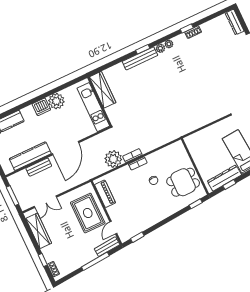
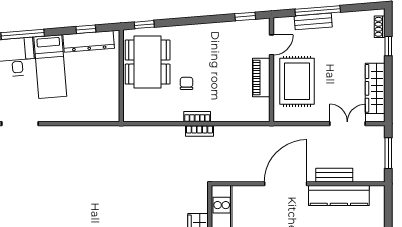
plant: (113, 159) -> (228, 138), removed
dining table: (183, 182) -> (148, 62), width x1.37
piano: (105, 194) -> (261, 77), moved
bench: (107, 247) -> (313, 21), moved

